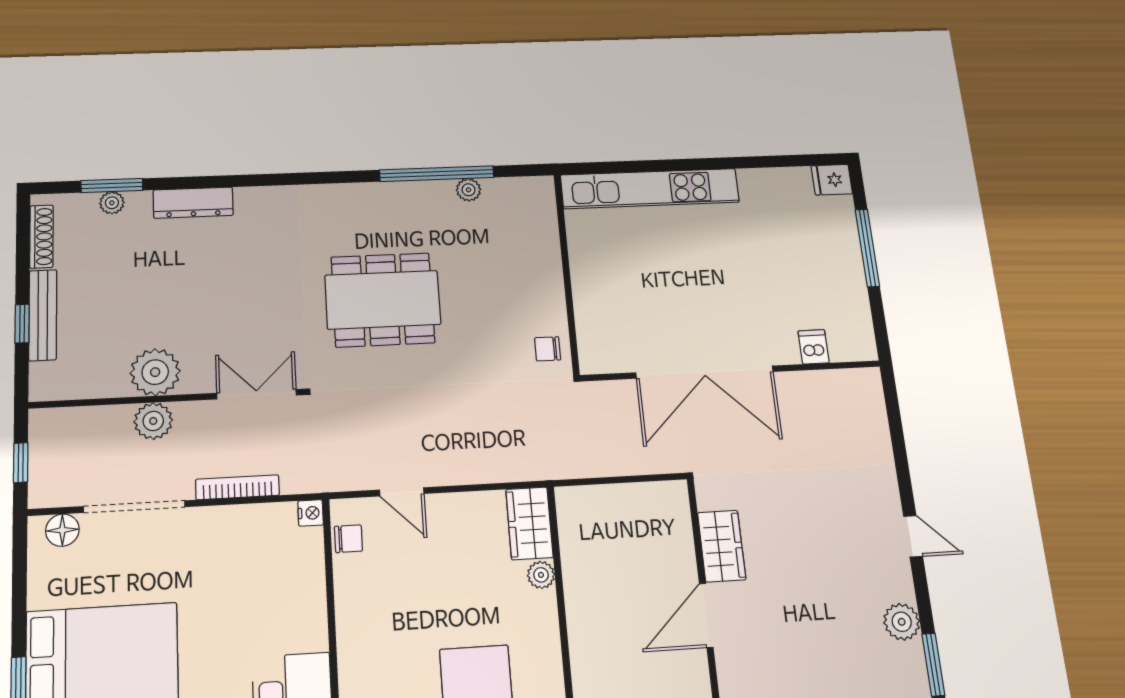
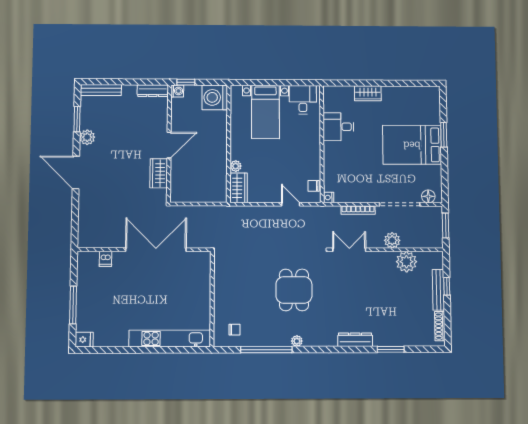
window: (112, 186) -> (391, 349), moved
plant: (469, 190) -> (297, 341), moved
plant: (112, 203) -> (410, 341), removed
dresser: (193, 203) -> (355, 340), moved
dining table: (383, 300) -> (294, 290), width x0.73
chair: (548, 349) -> (235, 330), moved
plant: (155, 372) -> (406, 262), moved
double door: (256, 394) -> (349, 250), swing flipped
window: (21, 463) -> (446, 225), width x1.50
door: (913, 536) -> (76, 172), width x1.87

